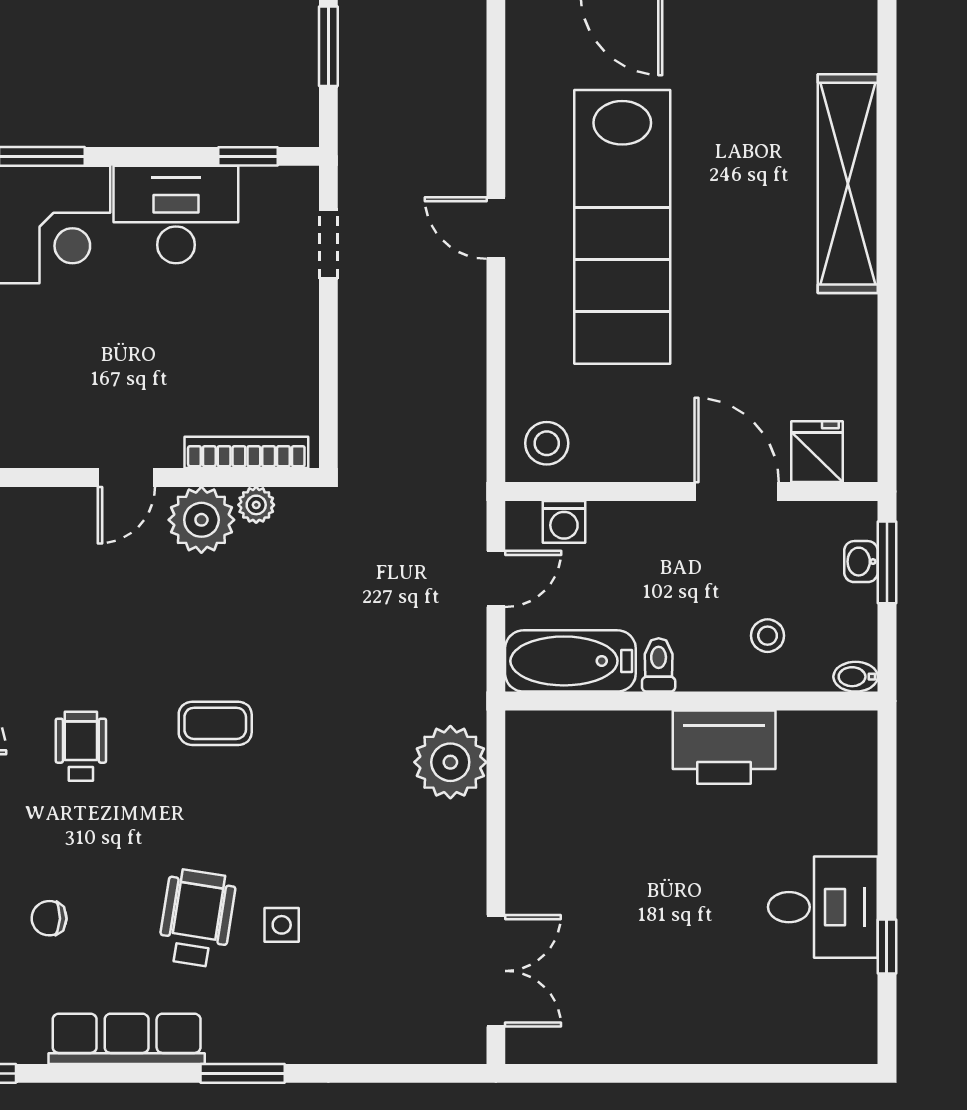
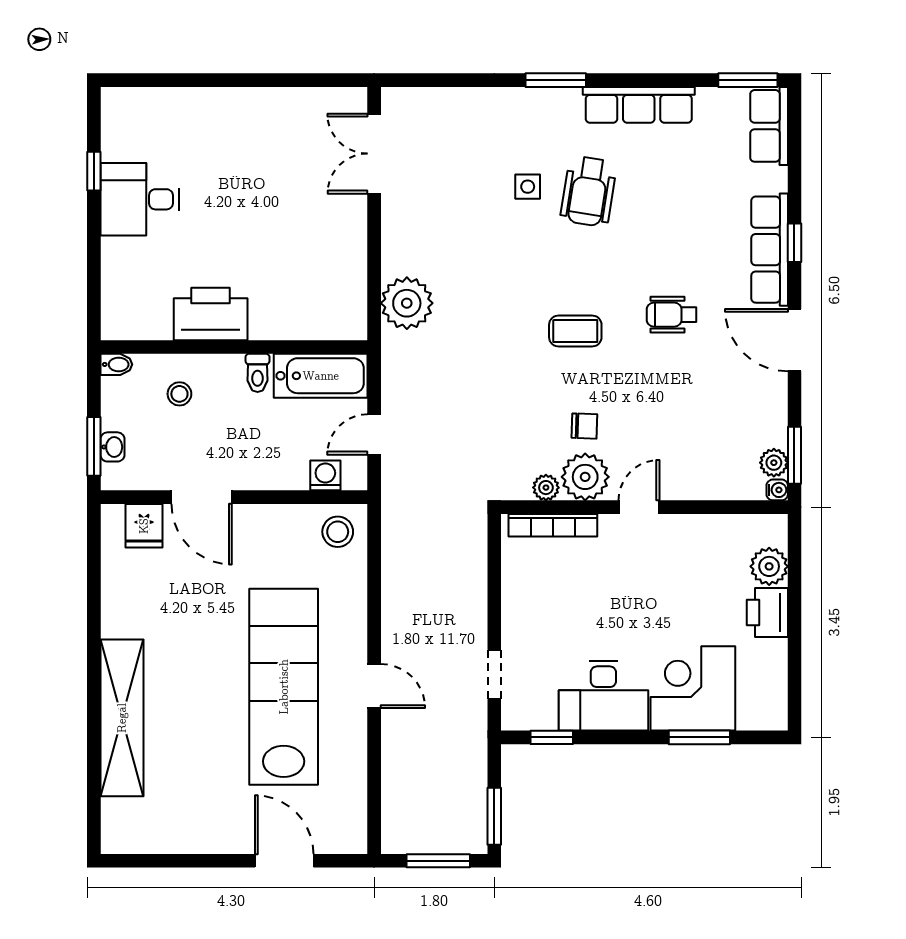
wheelchair: (81, 746) -> (672, 315), turned 90
chair: (49, 918) -> (584, 426), moved

